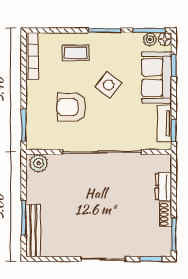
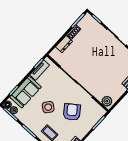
armchair: (72, 107) -> (72, 112), turned -126

